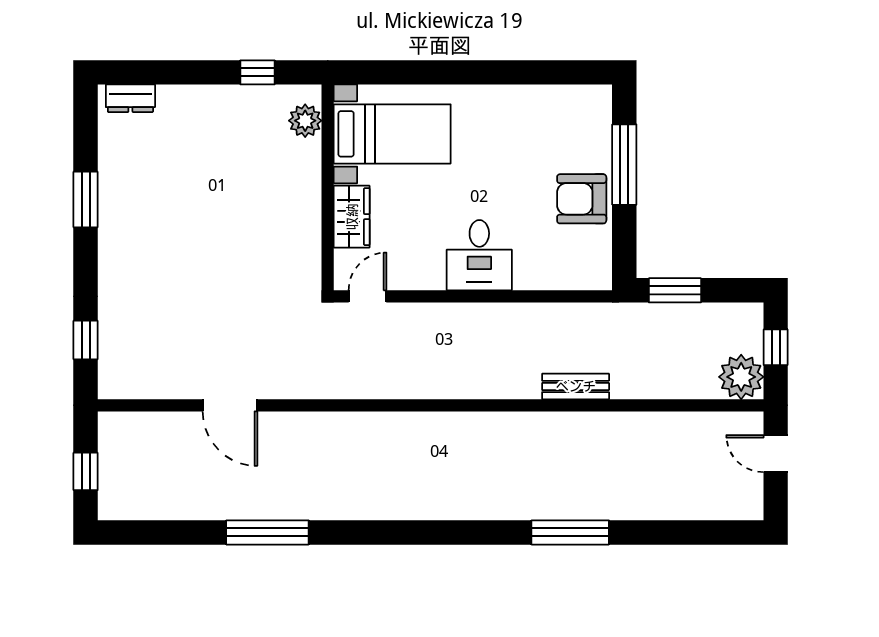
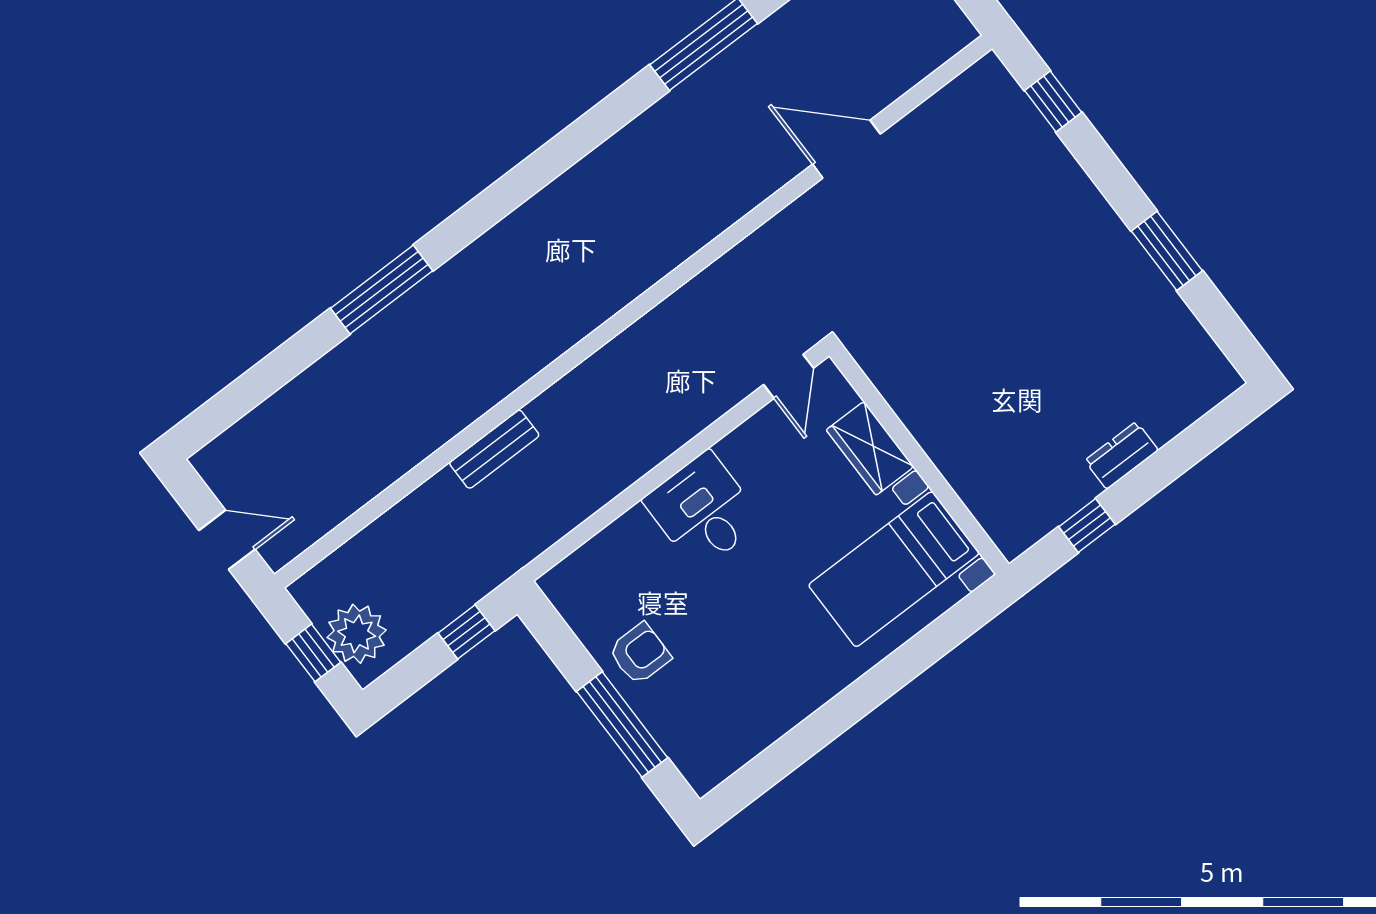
dresser: (130, 98) -> (1122, 455), moved
plant: (305, 121) -> (997, 513), removed
armchair: (582, 199) -> (640, 654), width x0.72, depth x0.72
window: (675, 290) -> (466, 632), width x0.67
plant: (741, 377) -> (357, 634), moved

